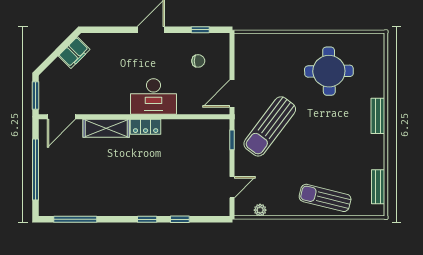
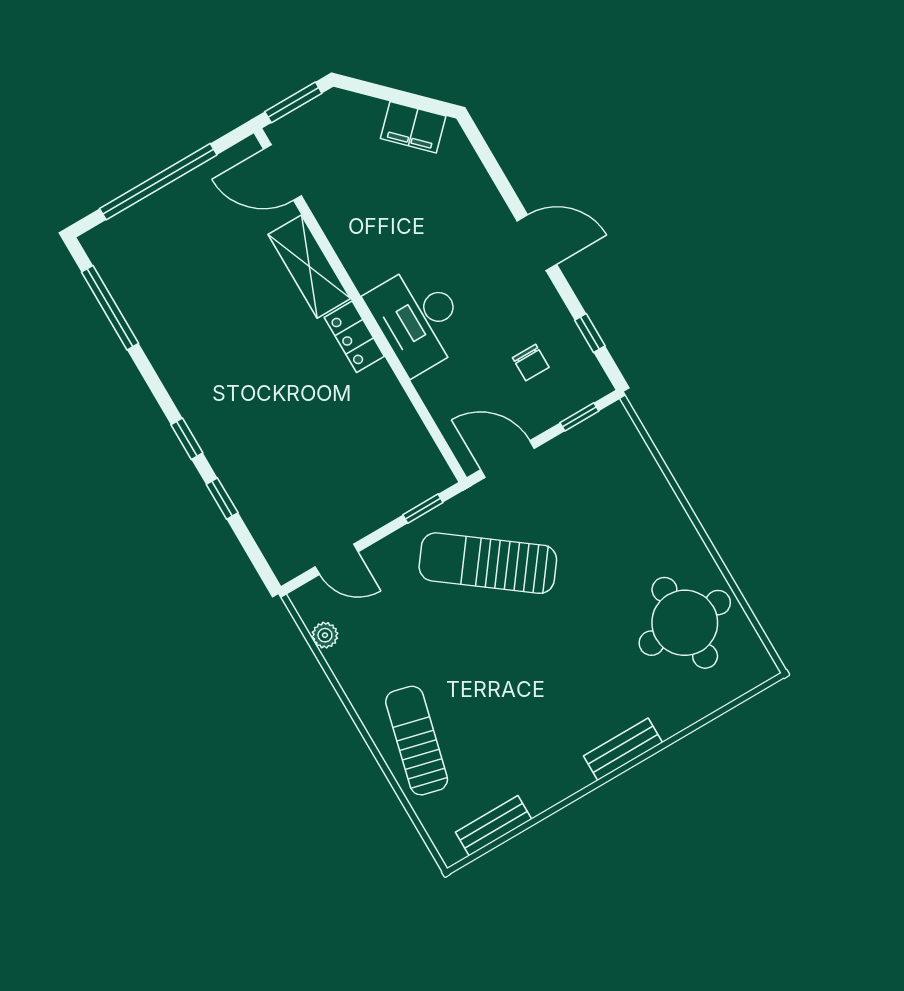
window: (232, 54) -> (579, 417), added
round table: (329, 71) -> (685, 623), moved

